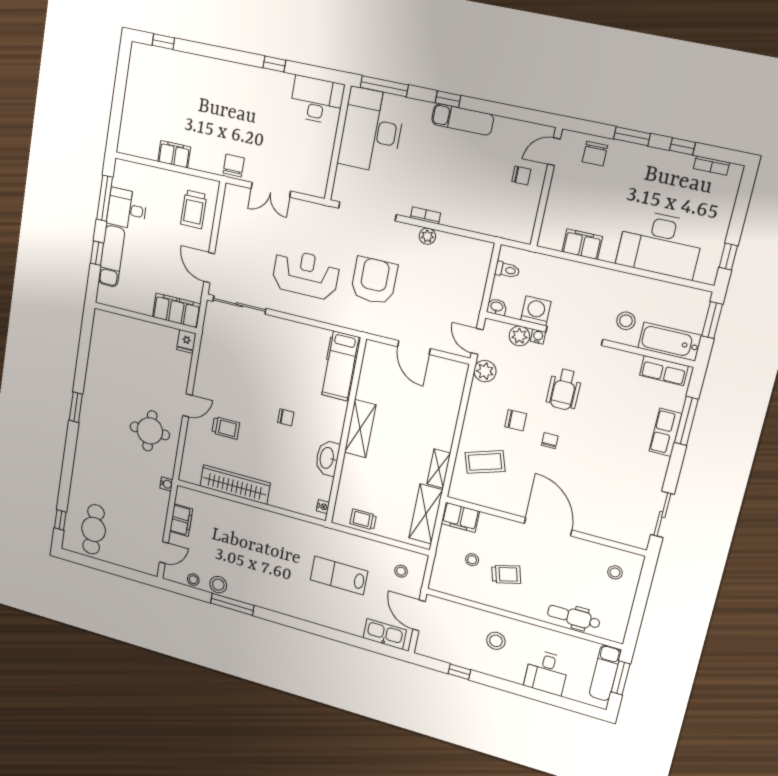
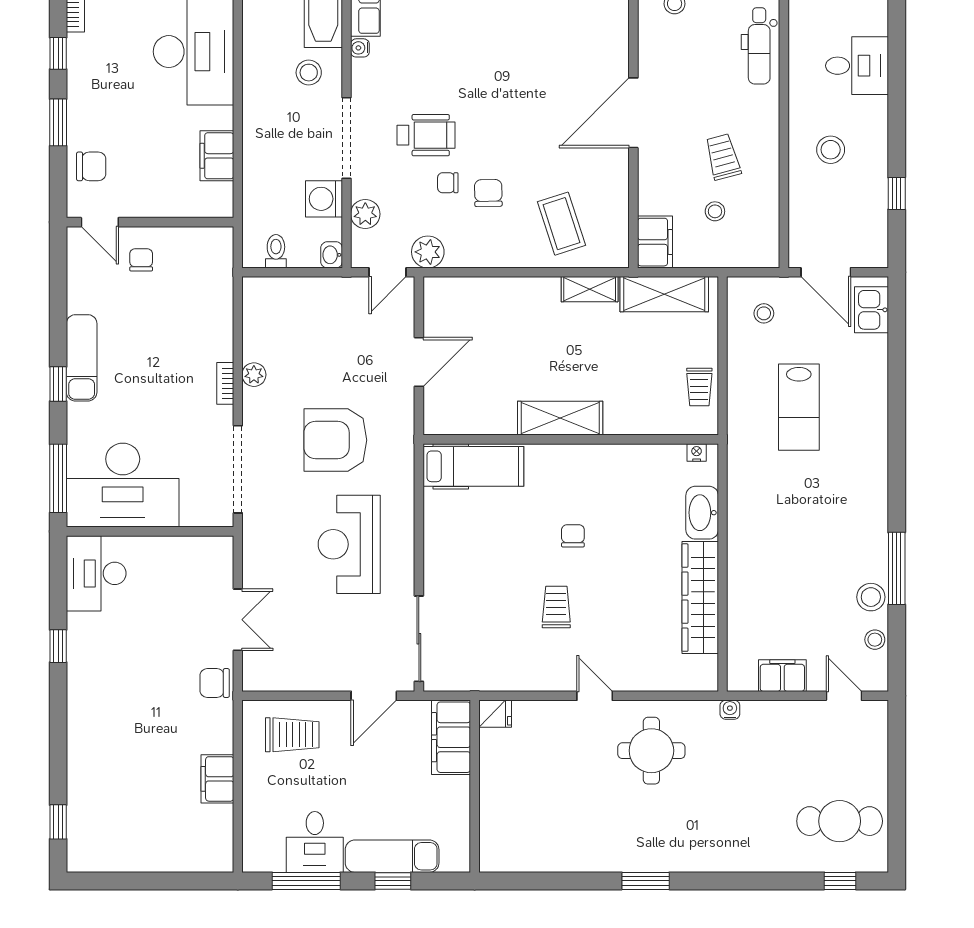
water cooler: (538, 337) -> (360, 48), moved
trolley: (226, 428) -> (556, 607), moved
chair: (550, 441) -> (448, 183), moved
washbasin: (327, 458) -> (702, 513), moved, turned 90
door: (419, 615) -> (826, 272), hinge flipped
kitchen sink: (385, 634) -> (871, 310), width x0.73

